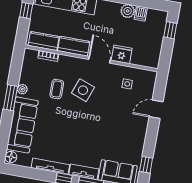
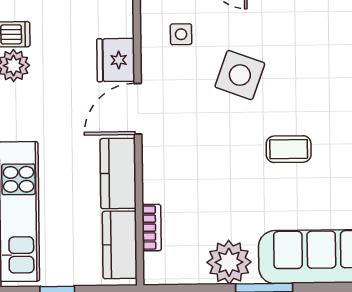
plant: (22, 89) -> (229, 262), width x1.88, depth x1.88
coffee table: (57, 89) -> (289, 149), moved
side table: (83, 90) -> (240, 75), moved

